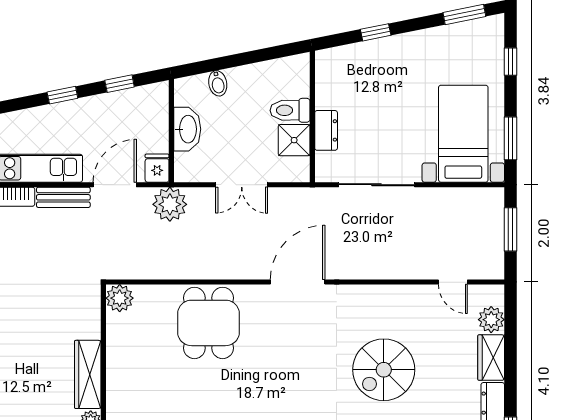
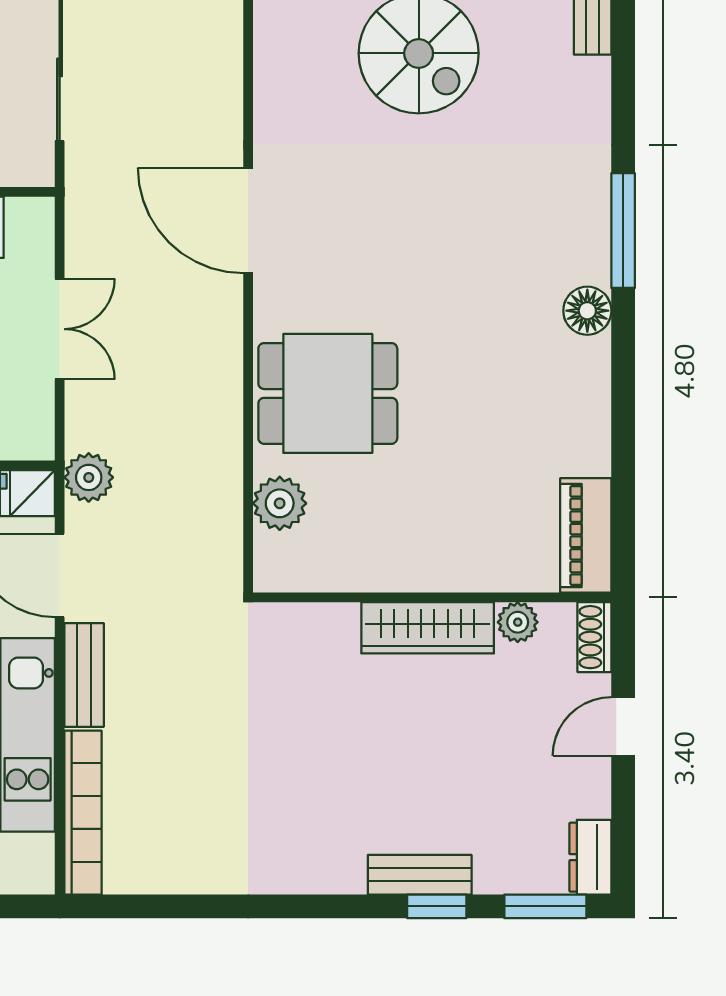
plant: (170, 204) -> (89, 477), width x0.73, depth x0.73
plant: (120, 298) -> (280, 503), moved

